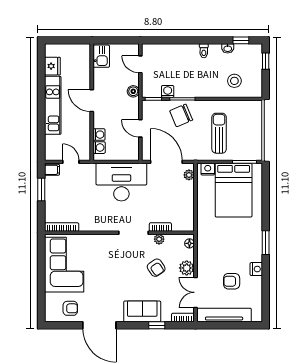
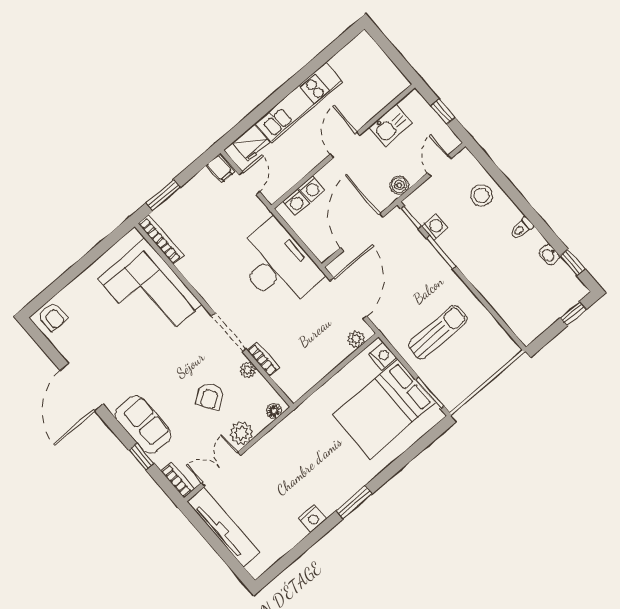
window: (116, 40) -> (443, 112), added
kitchen sink: (101, 56) -> (391, 125), moved
fridge: (52, 66) -> (251, 143), moved
stool: (234, 81) -> (481, 195), moved
chair: (181, 115) -> (420, 268), removed
door: (140, 128) -> (362, 232), width x1.88
window: (41, 189) -> (163, 195), moved
corner sofa: (64, 265) -> (150, 292), moved, turned 90
armchair: (232, 281) -> (272, 501), removed
armchair: (70, 308) -> (53, 317), moved

